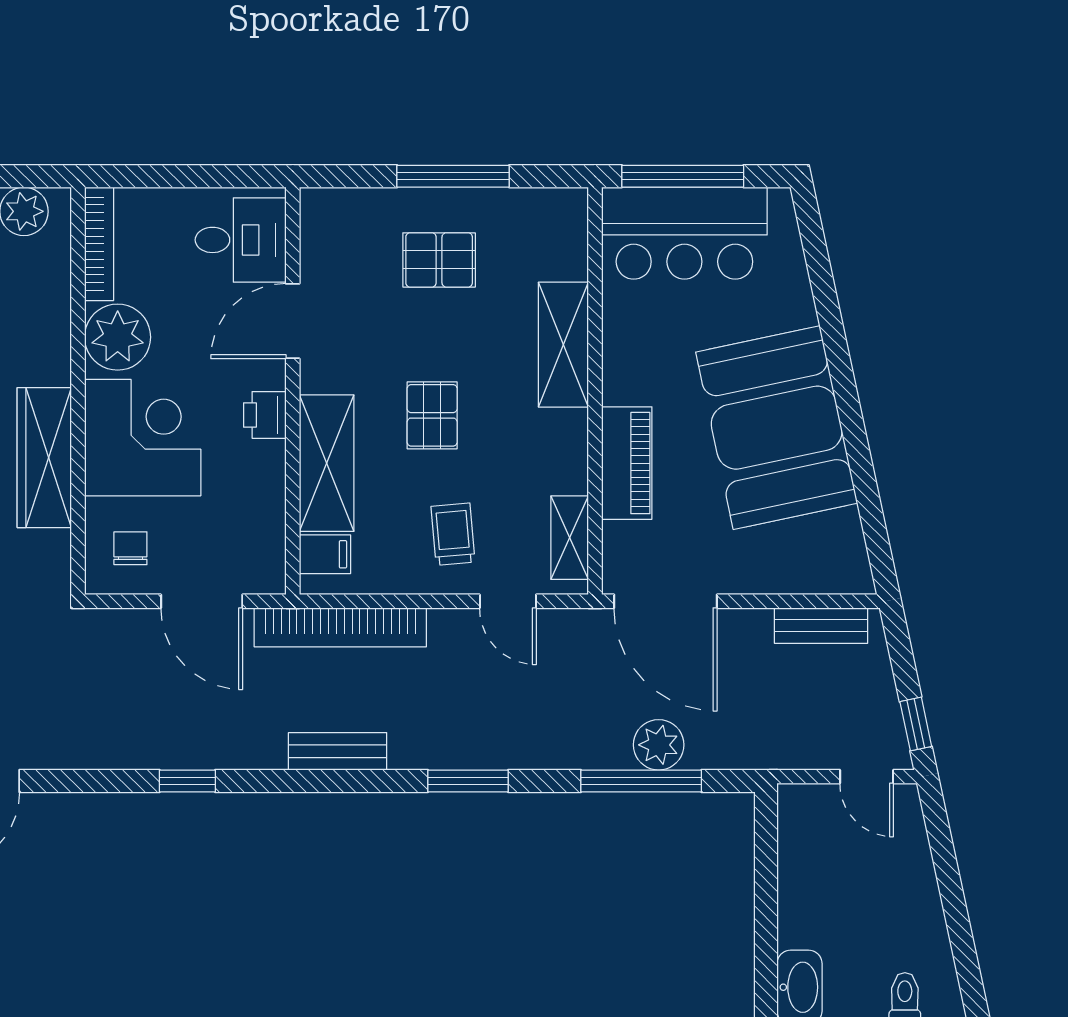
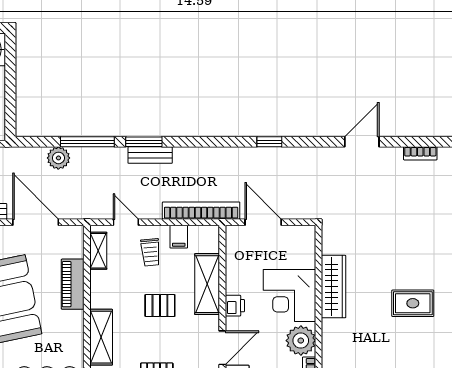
pallet: (432, 415) -> (160, 305), turned 90
chair: (130, 548) -> (295, 246), removed
filing cabinet: (325, 554) -> (179, 237), moved, turned -90
door: (665, 601) -> (36, 222), moved
bench: (338, 751) -> (150, 155), moved
window: (641, 781) -> (87, 142), moved

